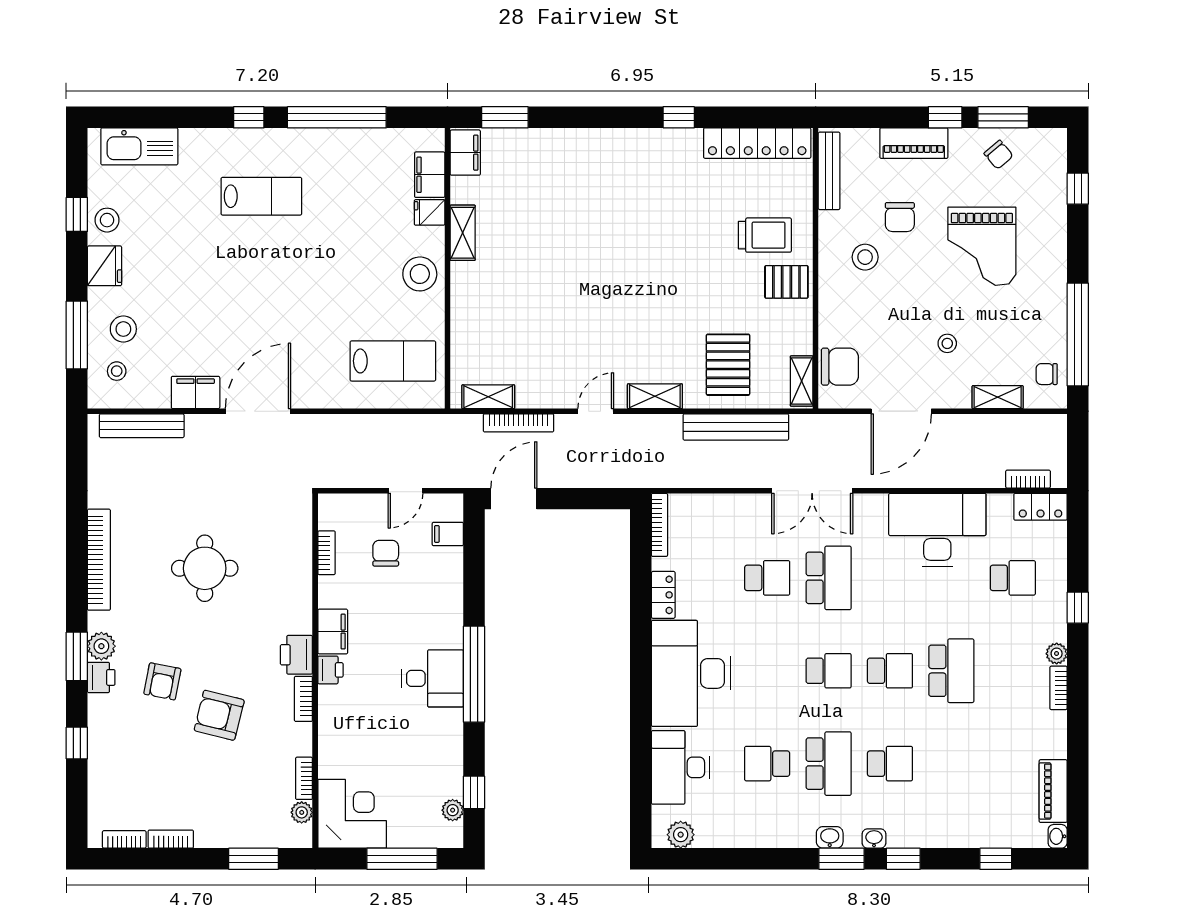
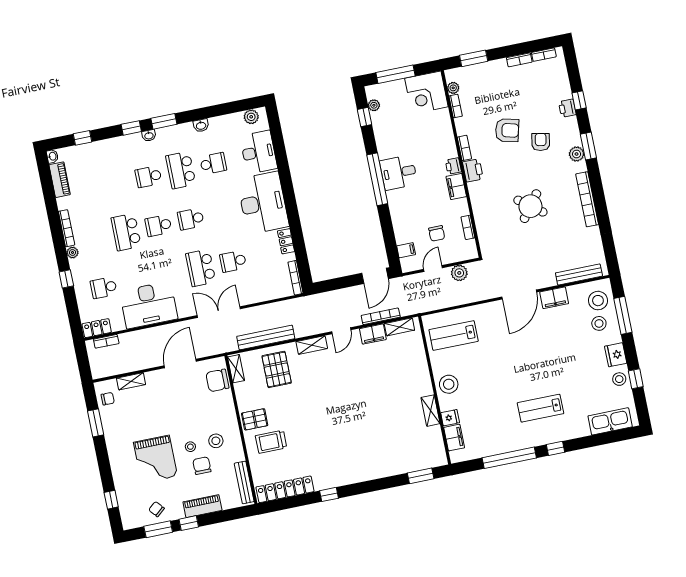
filing cabinet: (465, 153) -> (373, 334), moved, turned -90
grand piano: (982, 246) -> (156, 459), turned 180
window: (1078, 334) -> (96, 423), width x0.47
stool: (947, 343) -> (190, 447), moved
stool: (117, 371) -> (598, 301), width x1.89, depth x1.89
plant: (359, 473) -> (459, 273), added
round table: (205, 568) -> (530, 206), turned 37
printer: (101, 677) -> (567, 108), moved
bookcase: (1058, 688) -> (67, 228), width x1.56
washbasin: (830, 837) -> (201, 125), moved

